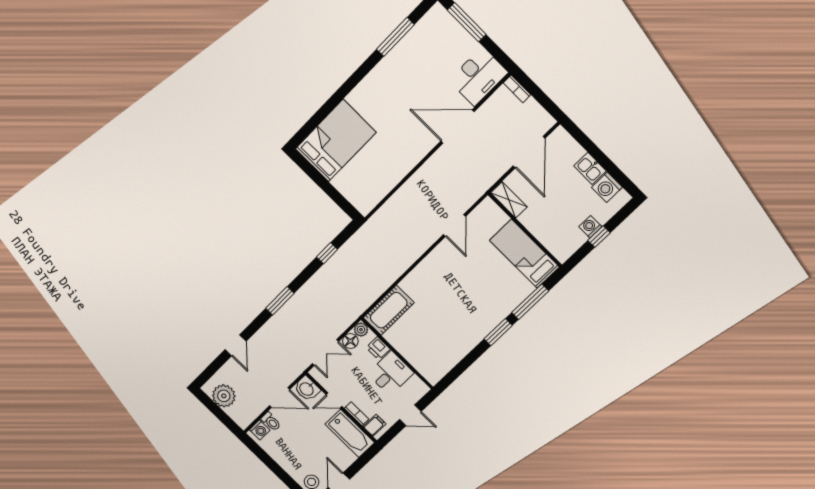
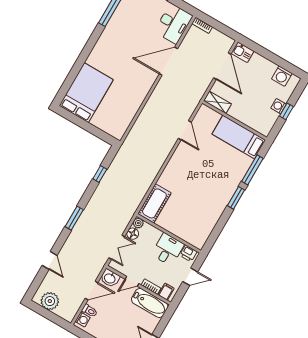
kitchen sink: (590, 168) -> (243, 52), moved
printer: (378, 348) -> (188, 253), moved

